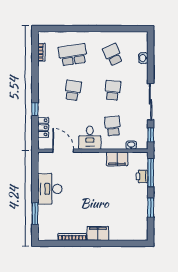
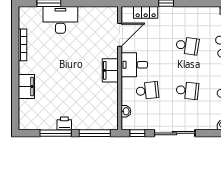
filing cabinet: (117, 159) -> (110, 70), moved
printer: (142, 176) -> (64, 123), moved
desk: (50, 189) -> (60, 20), moved
window: (151, 207) -> (56, 133), width x1.44
filing cabinet: (98, 233) -> (26, 87), moved

